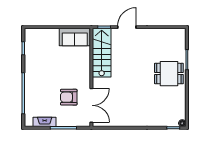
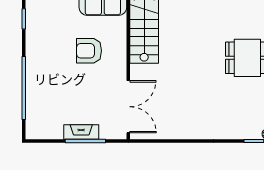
armchair: (69, 97) -> (89, 51), moved
fireplace: (45, 122) -> (81, 132), moved

